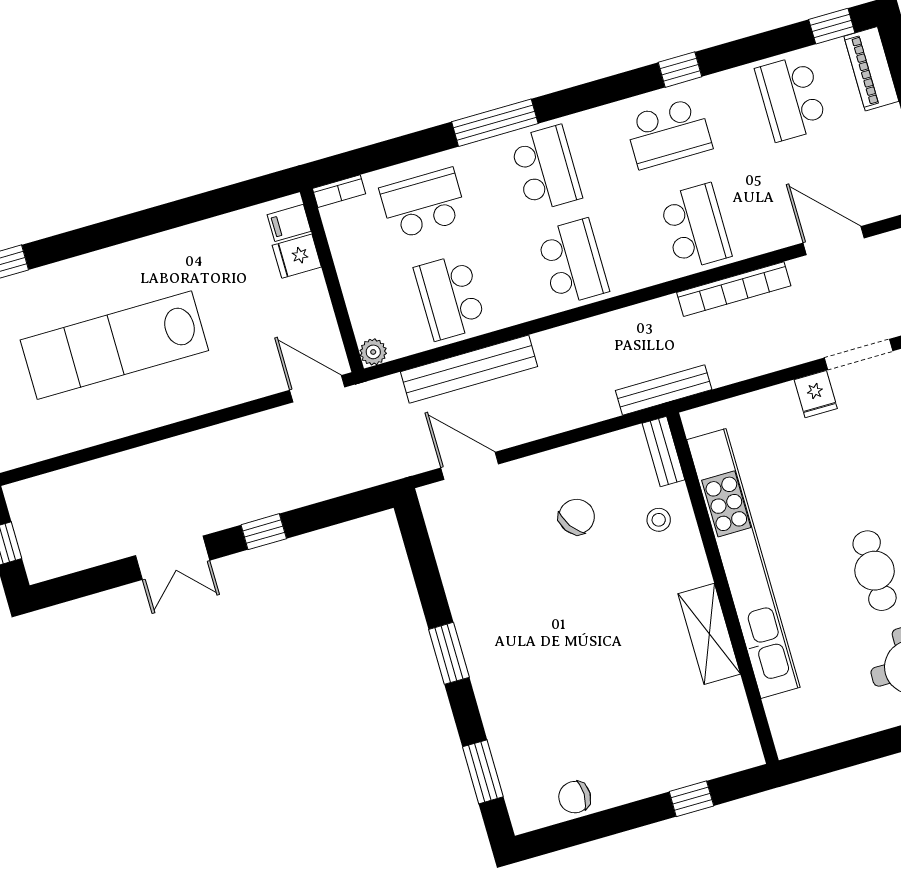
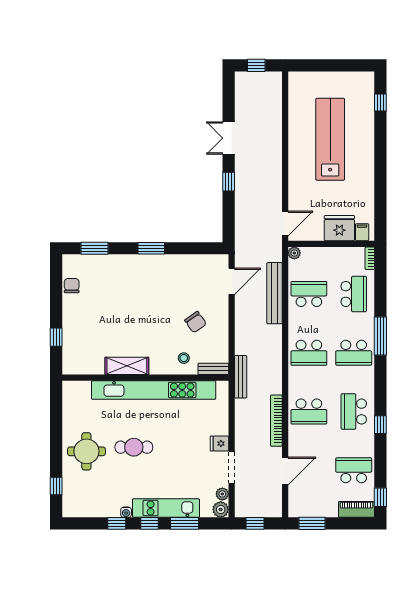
fridge: (297, 256) -> (339, 228), width x1.88, depth x1.34

